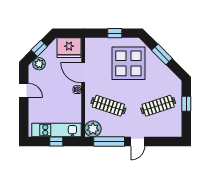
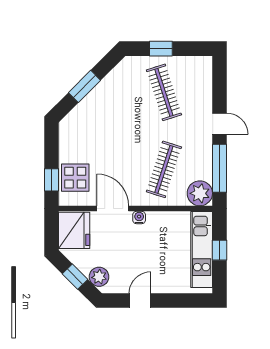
window: (115, 33) -> (52, 180), moved
display table: (128, 63) -> (75, 178), moved, width x0.54, depth x0.54
door: (83, 73) -> (113, 209), swing flipped

